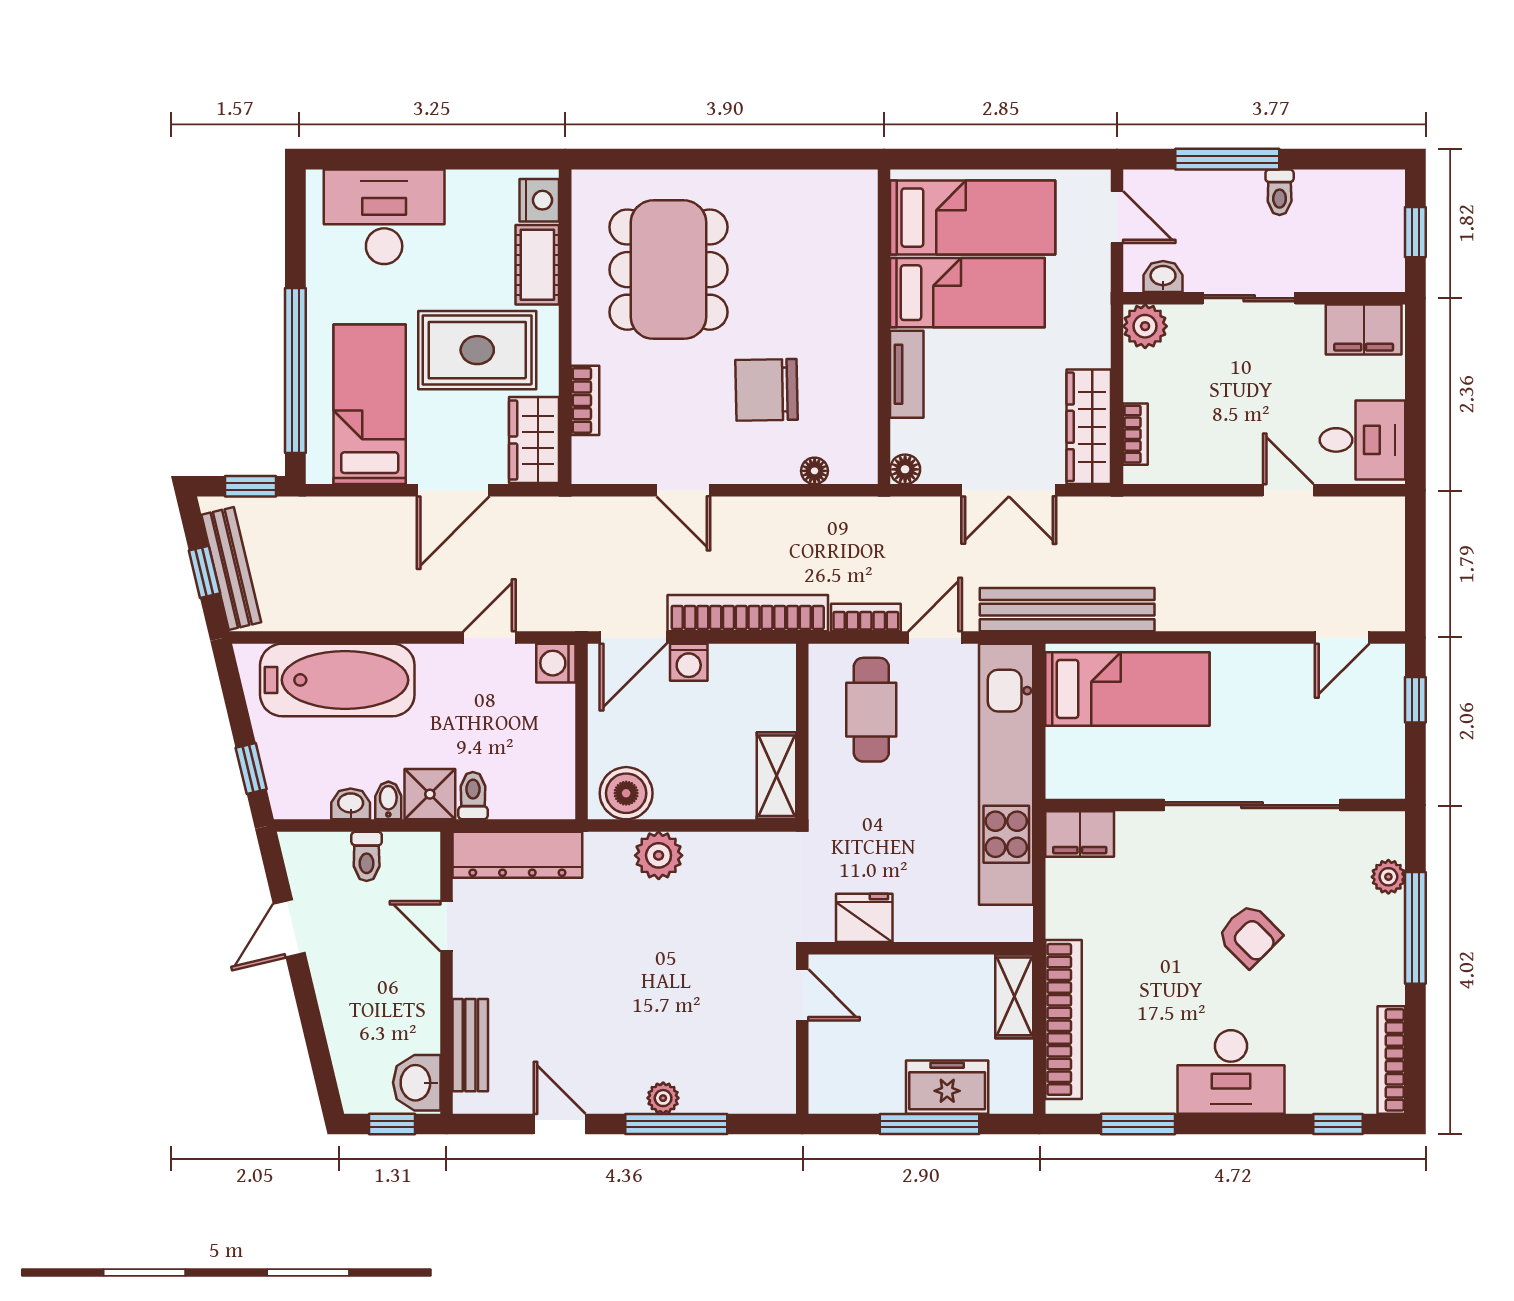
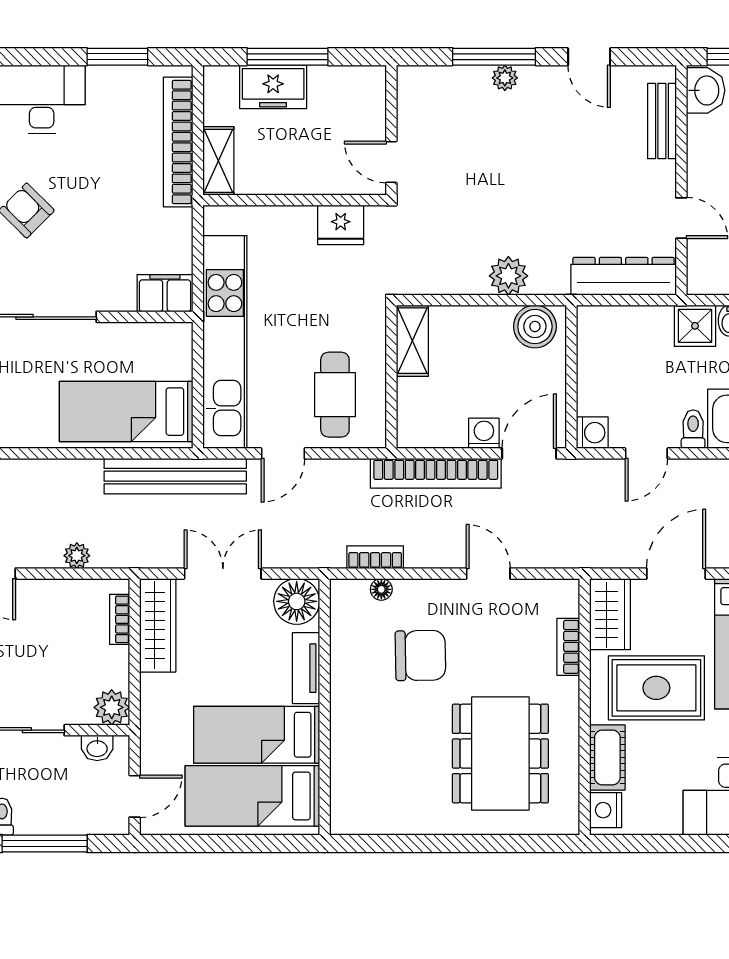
door: (1117, 217) -> (135, 796), swing flipped
floor lamp: (905, 469) -> (297, 601), width x1.89, depth x1.89
plant: (1188, 512) -> (77, 556), added
bookcase: (866, 617) -> (375, 557), moved, turned 180
toilet: (473, 796) -> (693, 429), moved, turned 180

